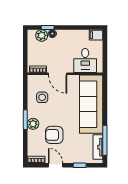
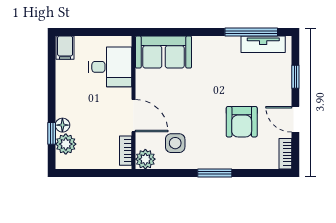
door: (58, 74) -> (133, 116), hinge flipped
sofa: (91, 104) -> (164, 52), width x0.54, depth x0.79
plant: (33, 124) -> (145, 159), moved
door: (56, 165) -> (295, 119), hinge flipped

